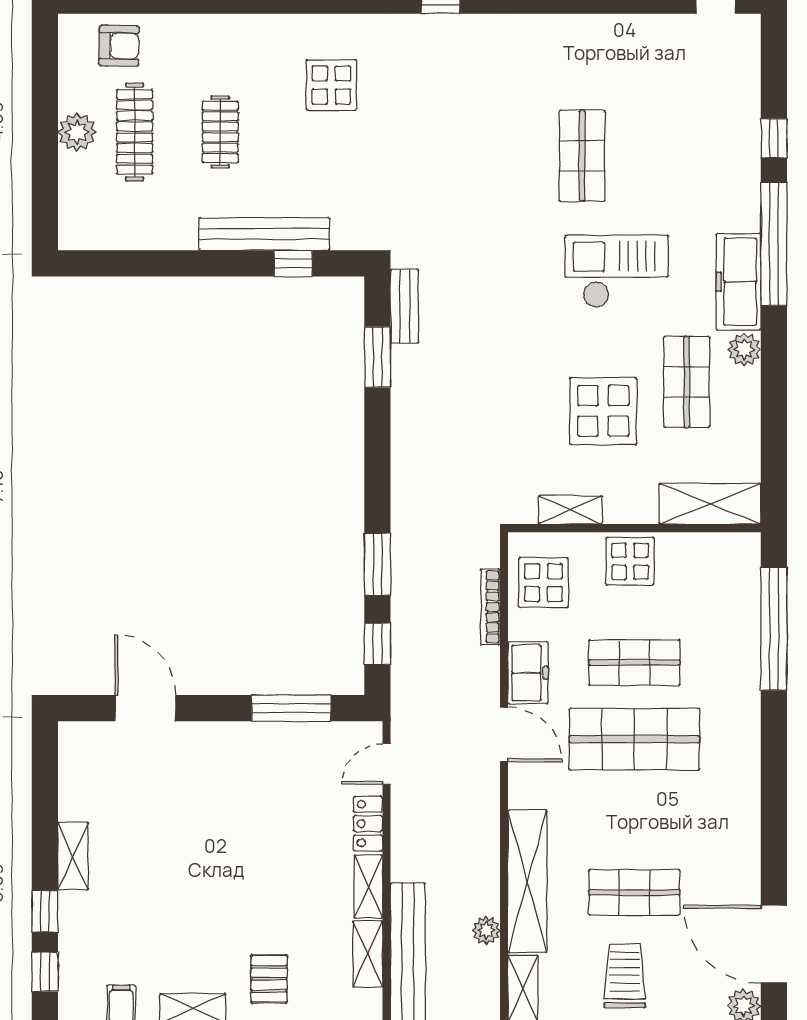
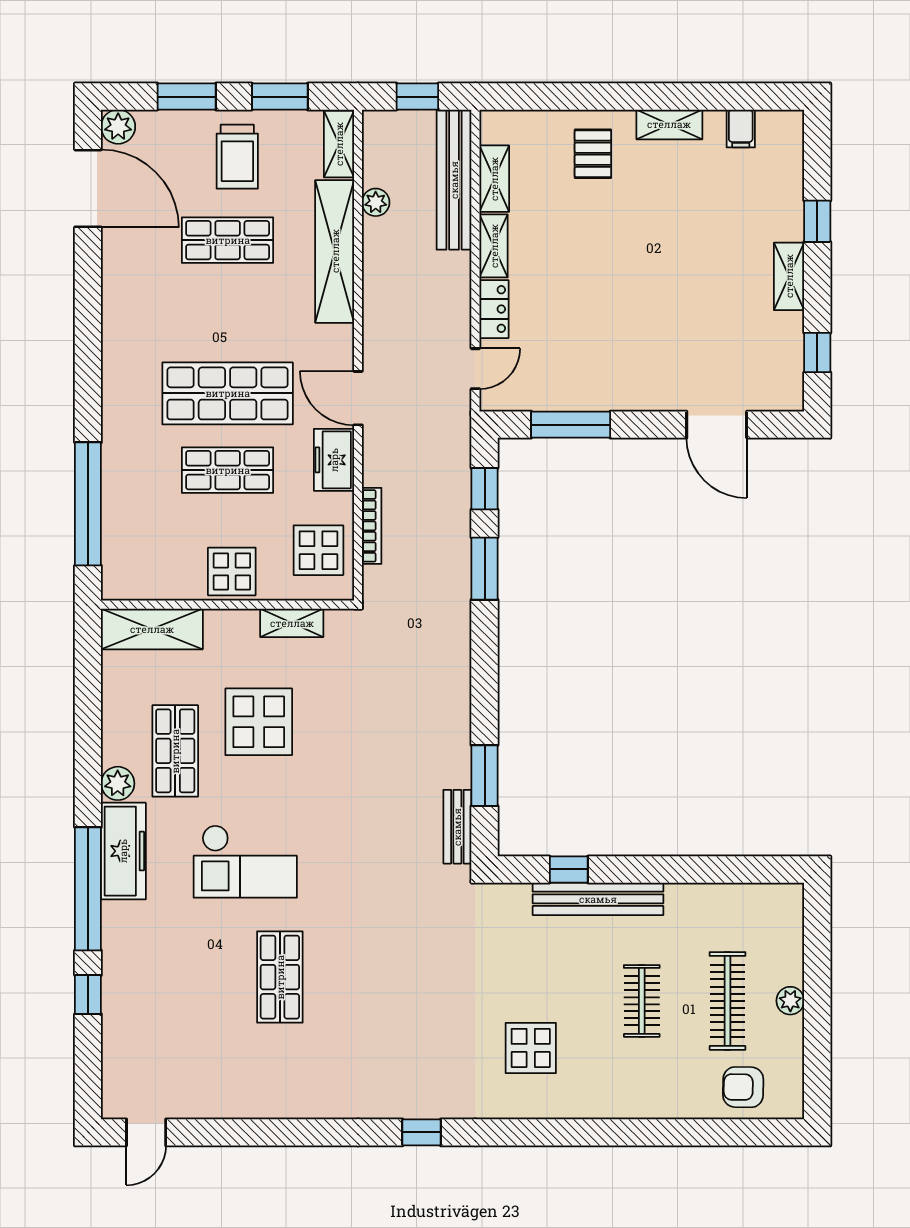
plant: (77, 132) -> (790, 1001), width x0.73, depth x0.73
window: (45, 972) -> (817, 353), moved

